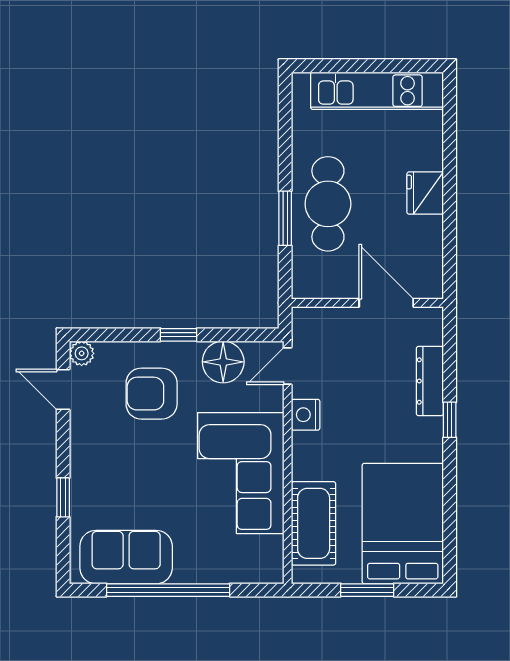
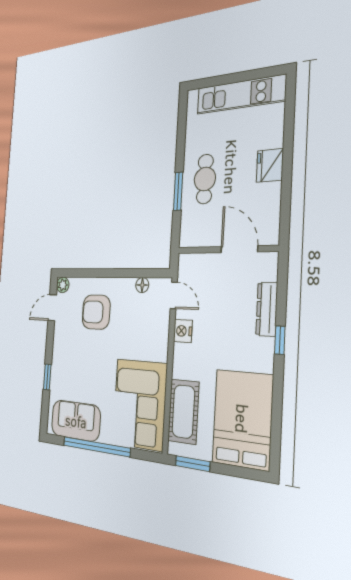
cafe table: (328, 204) -> (205, 179), width x0.73, depth x0.74
window: (179, 335) -> (113, 273), removed
floor lamp: (223, 362) -> (142, 285), width x0.53, depth x0.53
door: (288, 366) -> (174, 295), swing flipped
door: (63, 389) -> (52, 308), hinge flipped
corner sofa: (241, 473) -> (140, 404), moved
window: (367, 590) -> (193, 464), moved

